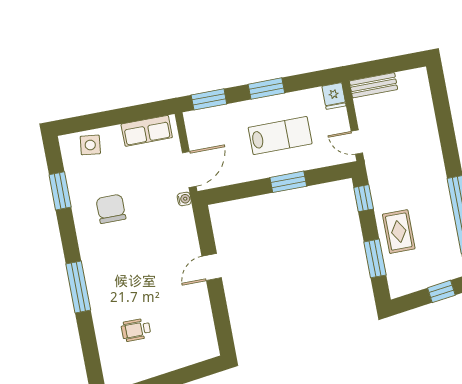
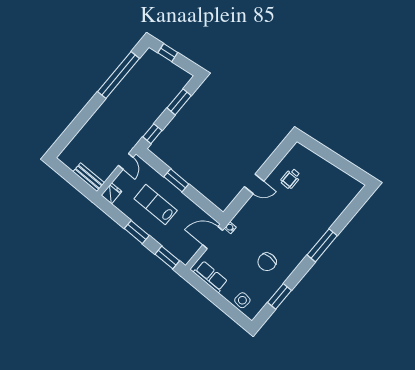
rug: (399, 232) -> (155, 101), removed
wheelchair: (136, 330) -> (291, 179), moved, turned 90

